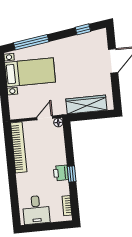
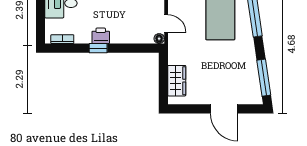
window: (83, 29) -> (264, 78), width x2.17
wardrobe: (86, 105) -> (177, 81), width x0.67

